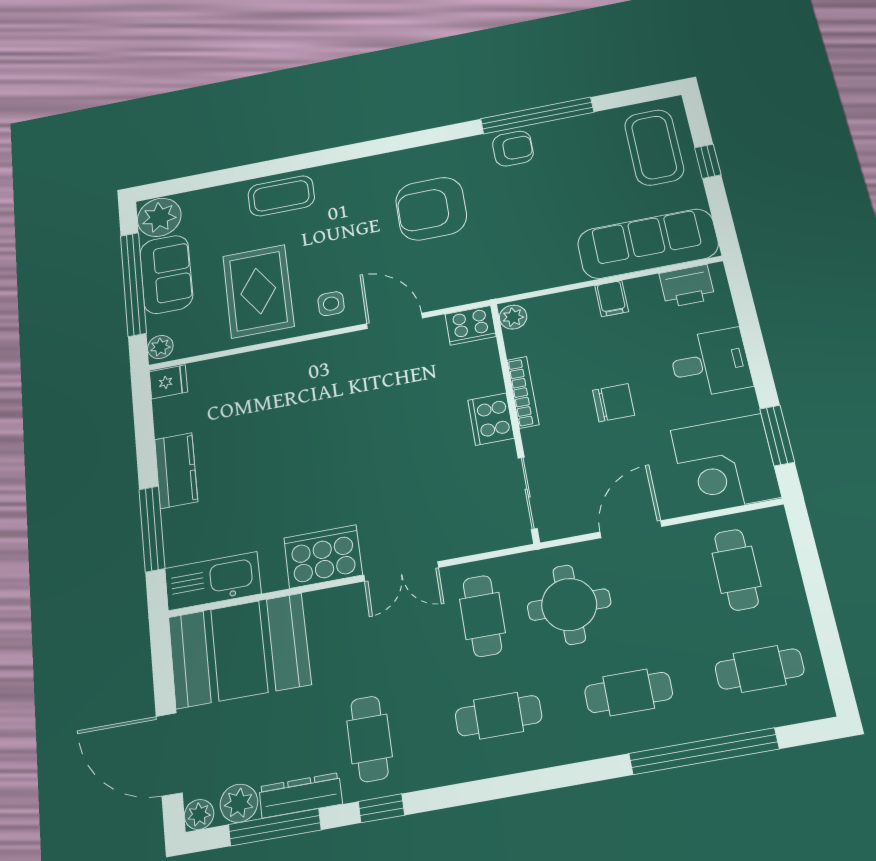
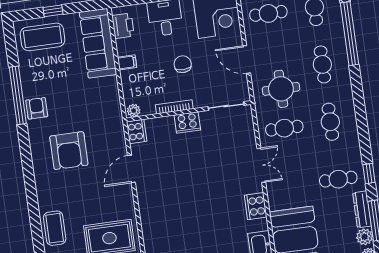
side table: (331, 304) -> (119, 201), removed
cooker: (323, 556) -> (256, 206), width x0.73, depth x0.76

